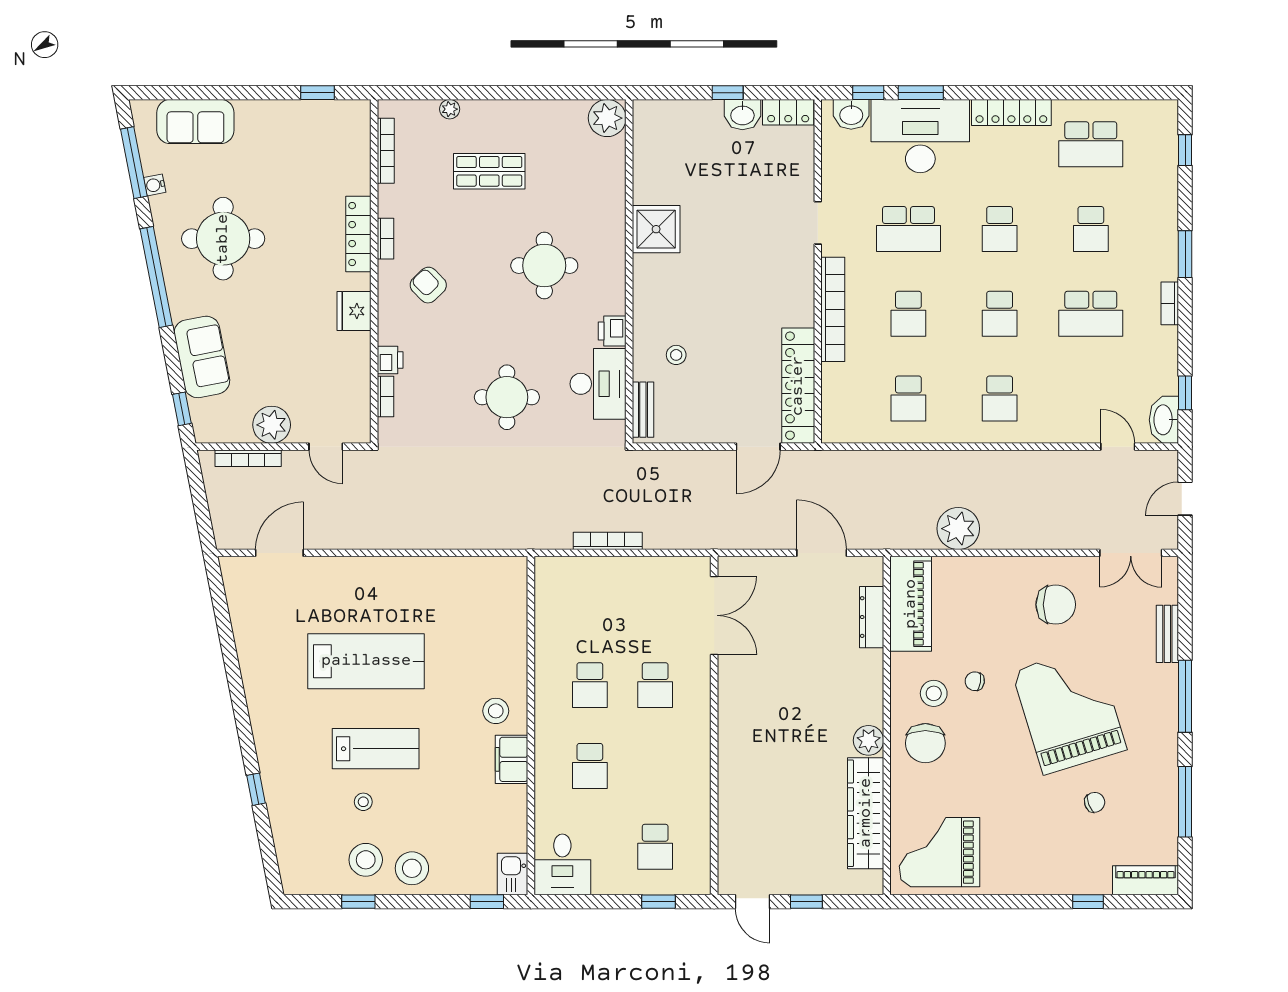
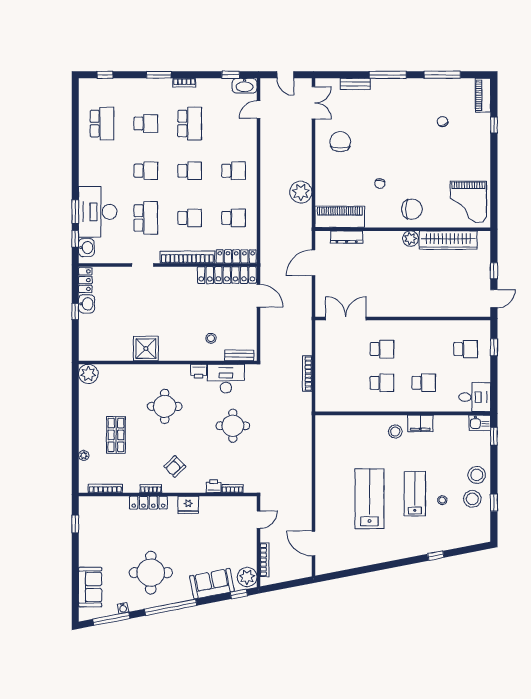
locker: (1011, 112) -> (236, 256), moved, turned -90
plant: (272, 425) -> (247, 577), moved
stool: (934, 693) -> (386, 205), removed
grand piano: (1069, 710) -> (395, 135), removed

